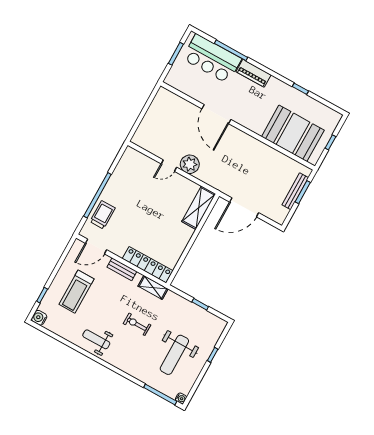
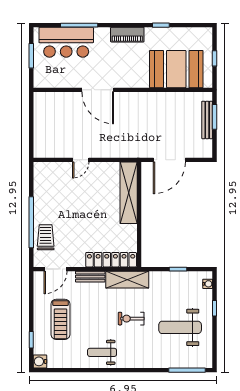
piano: (254, 73) -> (127, 35), moved
plant: (190, 164) -> (99, 148), removed
shelving: (199, 208) -> (129, 193), width x1.47
shelving: (153, 288) -> (127, 280), width x1.50, depth x1.33
weight bench: (174, 355) -> (180, 327), turned 90
water cooler: (181, 398) -> (208, 284), moved

